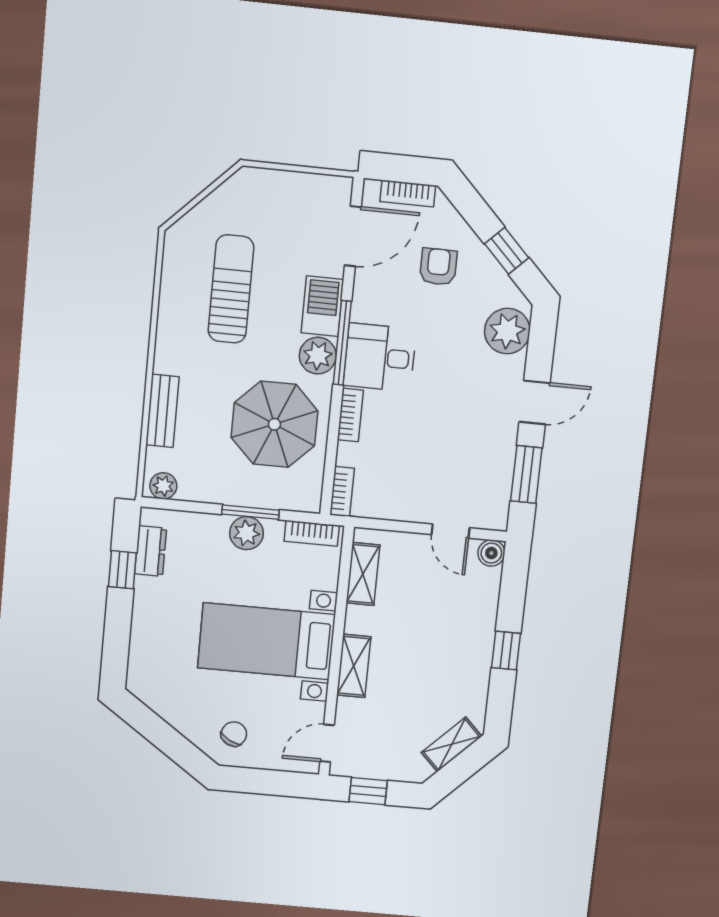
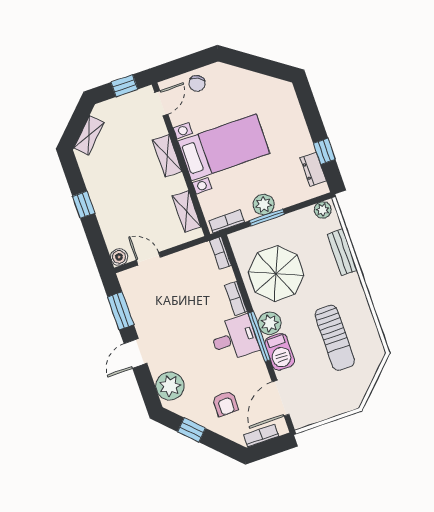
chair: (234, 734) -> (197, 83), moved

